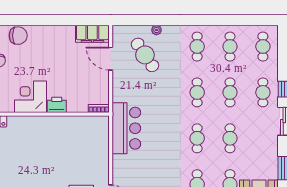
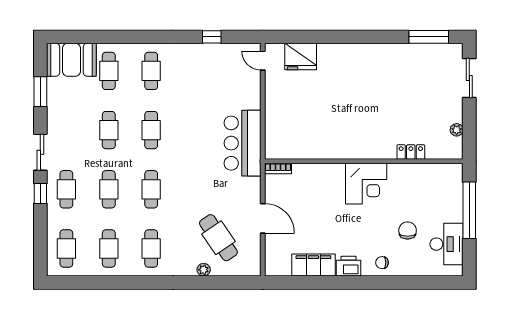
filing cabinet: (92, 34) -> (313, 265), moved
chair: (18, 36) -> (382, 263), width x0.54, depth x0.54
door: (111, 59) -> (263, 218), moved
printer: (57, 105) -> (349, 266), moved, turned 180

